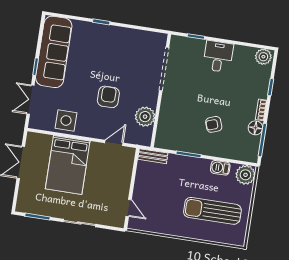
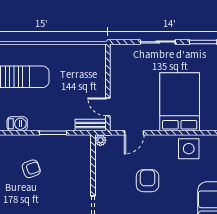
armchair: (108, 97) -> (148, 181), turned 180
plant: (145, 117) -> (100, 140), moved, width x0.53, depth x0.53
door: (129, 208) -> (108, 107), moved

